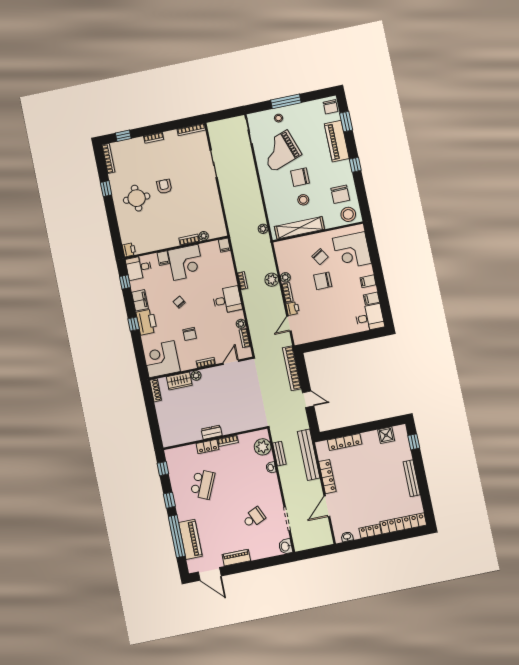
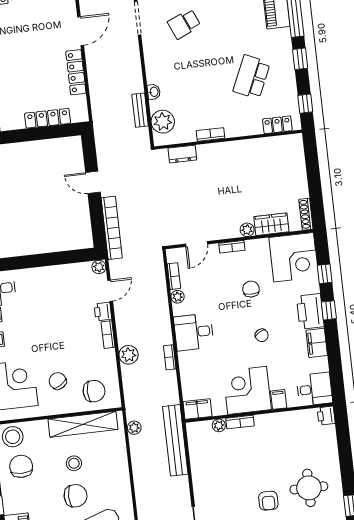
filing cabinet: (224, 245) -> (197, 409), width x2.00
plant: (285, 277) -> (99, 267), moved
chair: (323, 281) -> (94, 391), moved
window: (125, 282) -> (325, 274), moved
dresser: (212, 432) -> (182, 154), moved
locker: (207, 446) -> (277, 125), moved
bench: (309, 455) -> (175, 440), moved

